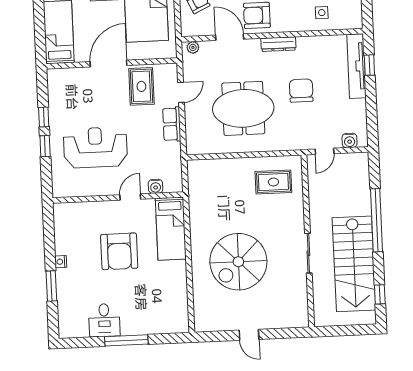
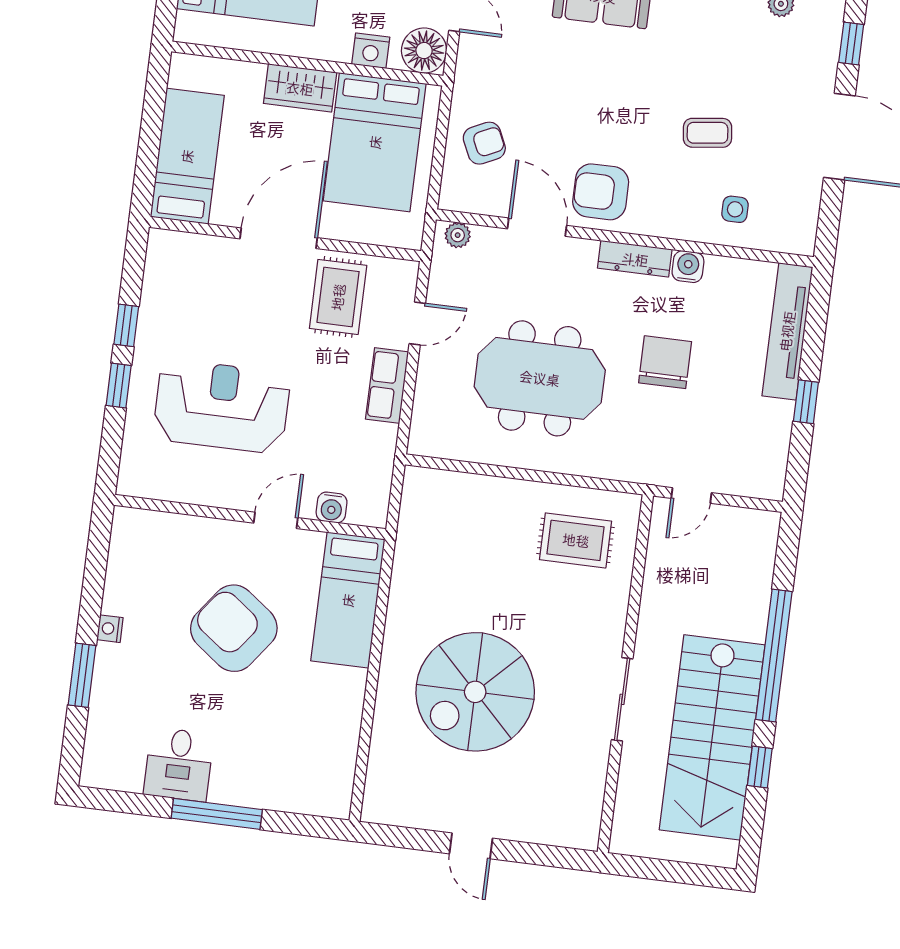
window: (369, 65) -> (806, 402), moved
water cooler: (350, 140) -> (688, 267), moved, turned 180
armchair: (119, 251) -> (234, 628), turned 127
window: (380, 294) -> (760, 767), moved

